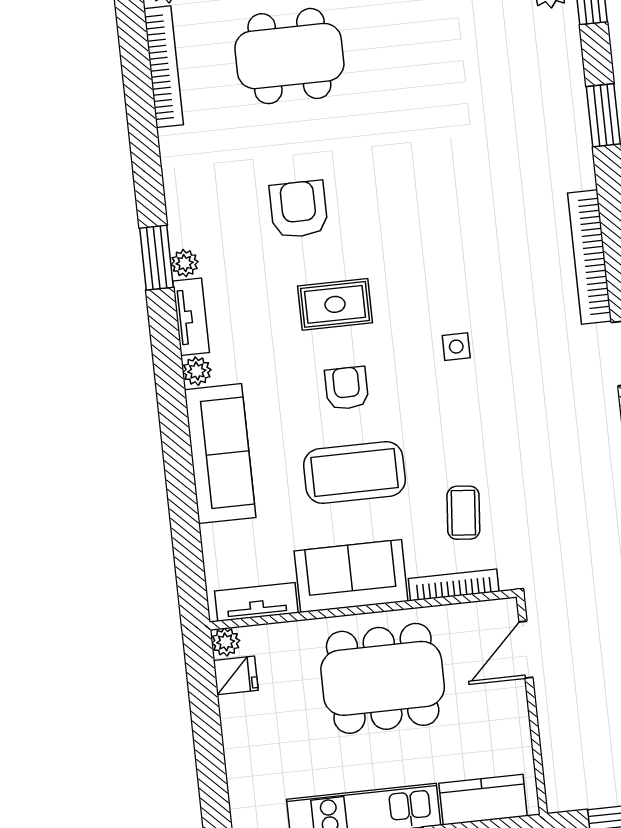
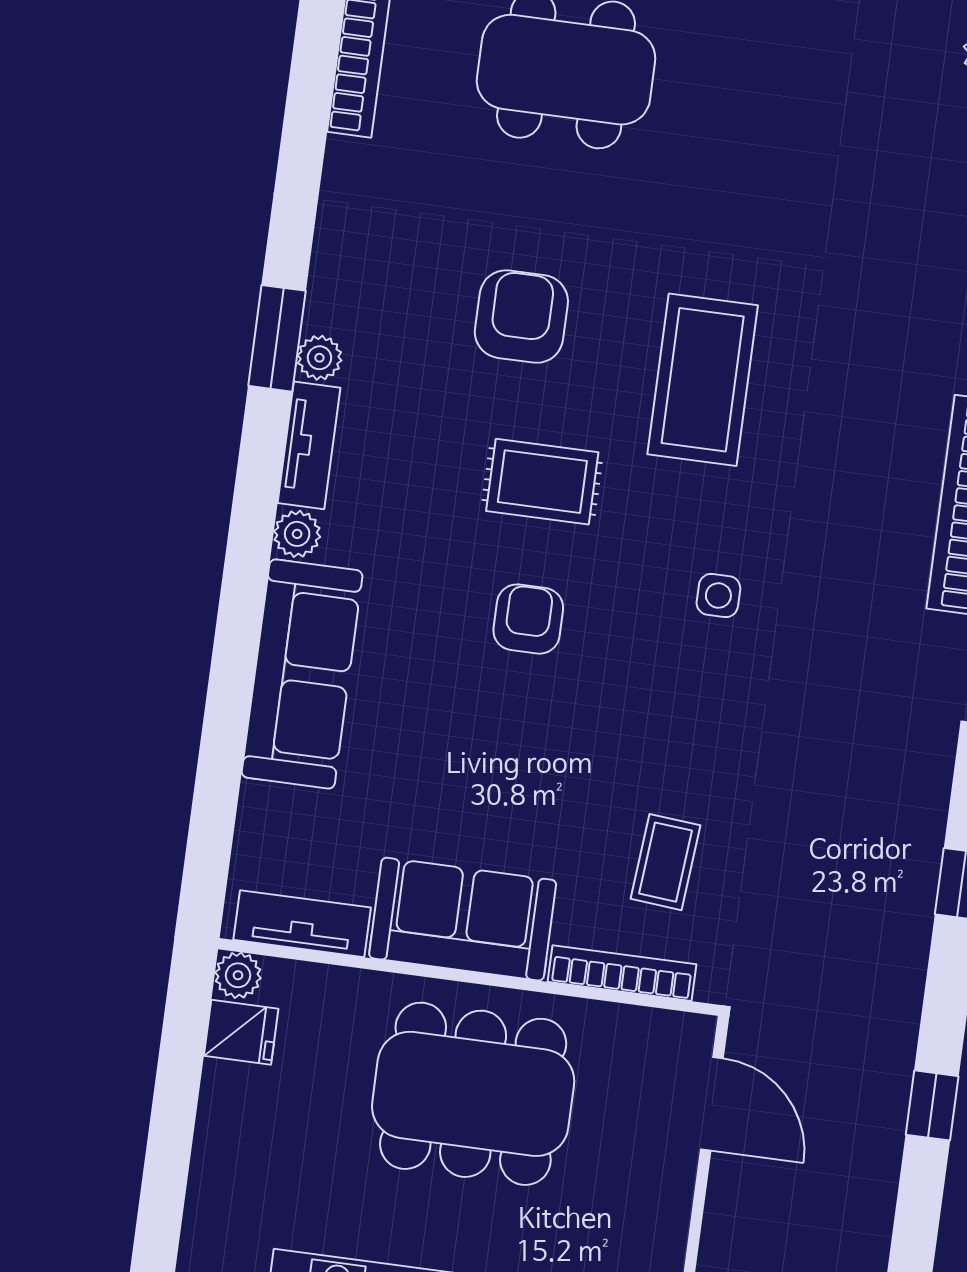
coffee table: (354, 472) -> (703, 380), moved, turned 90
door: (526, 650) -> (712, 1104), swing flipped

